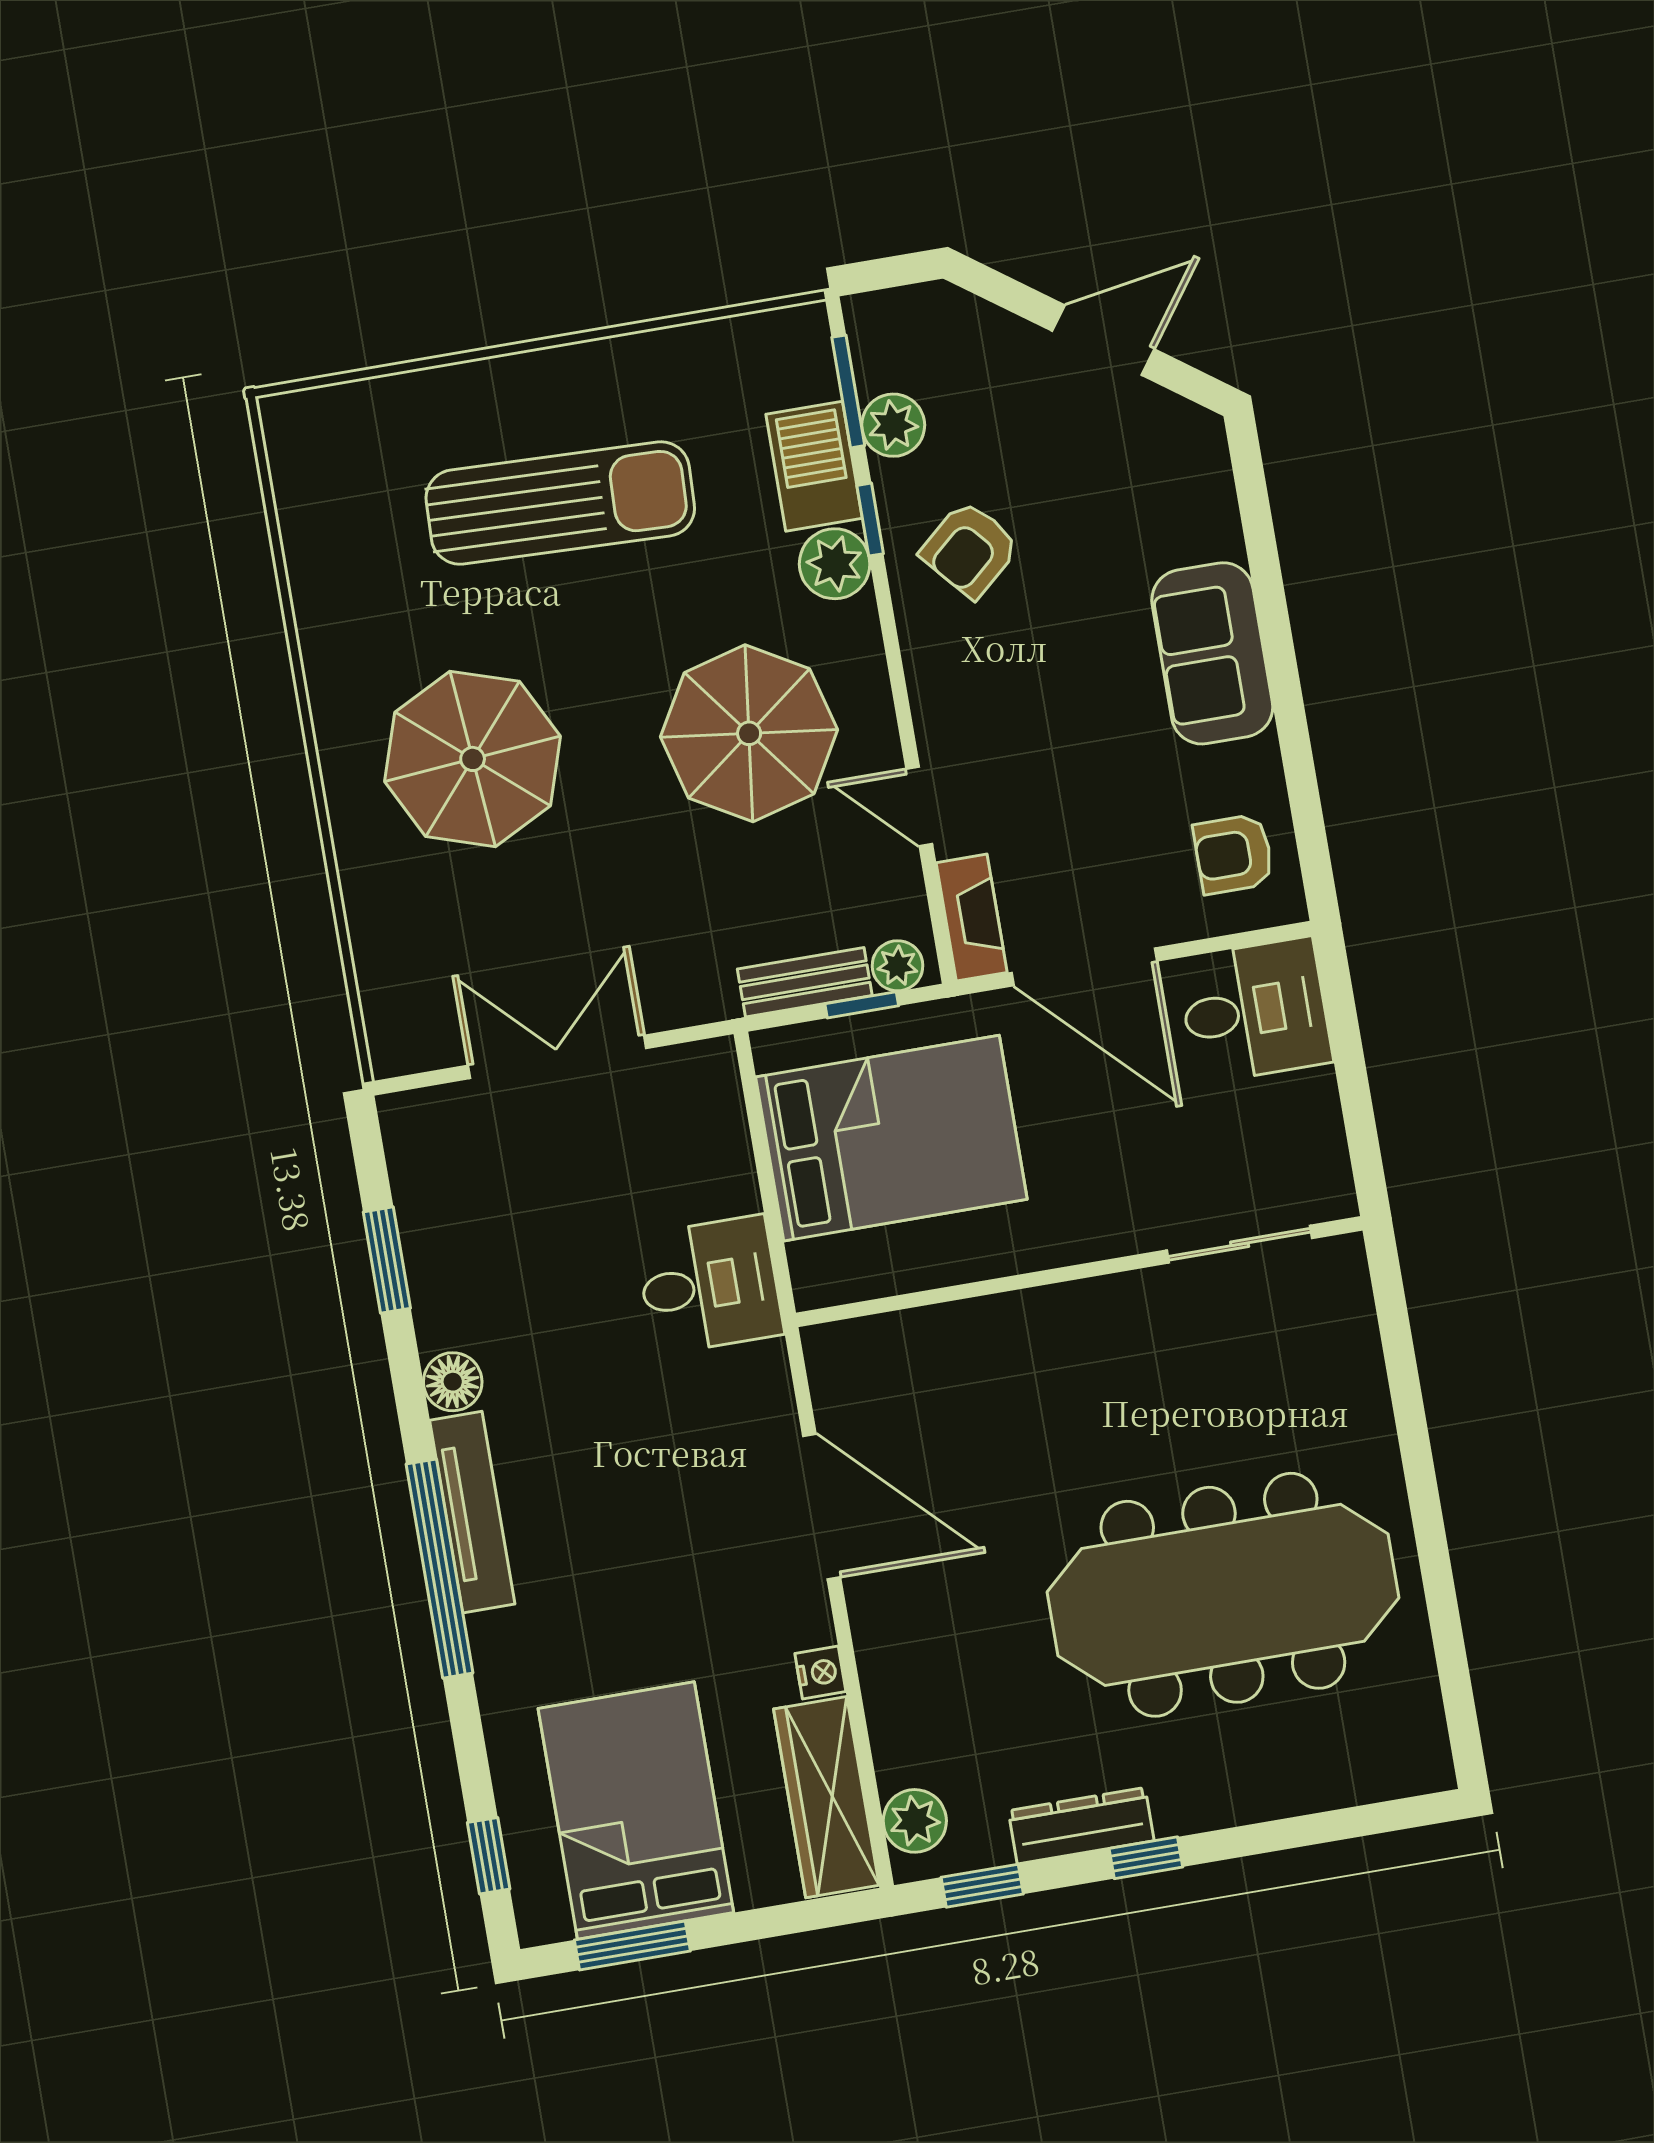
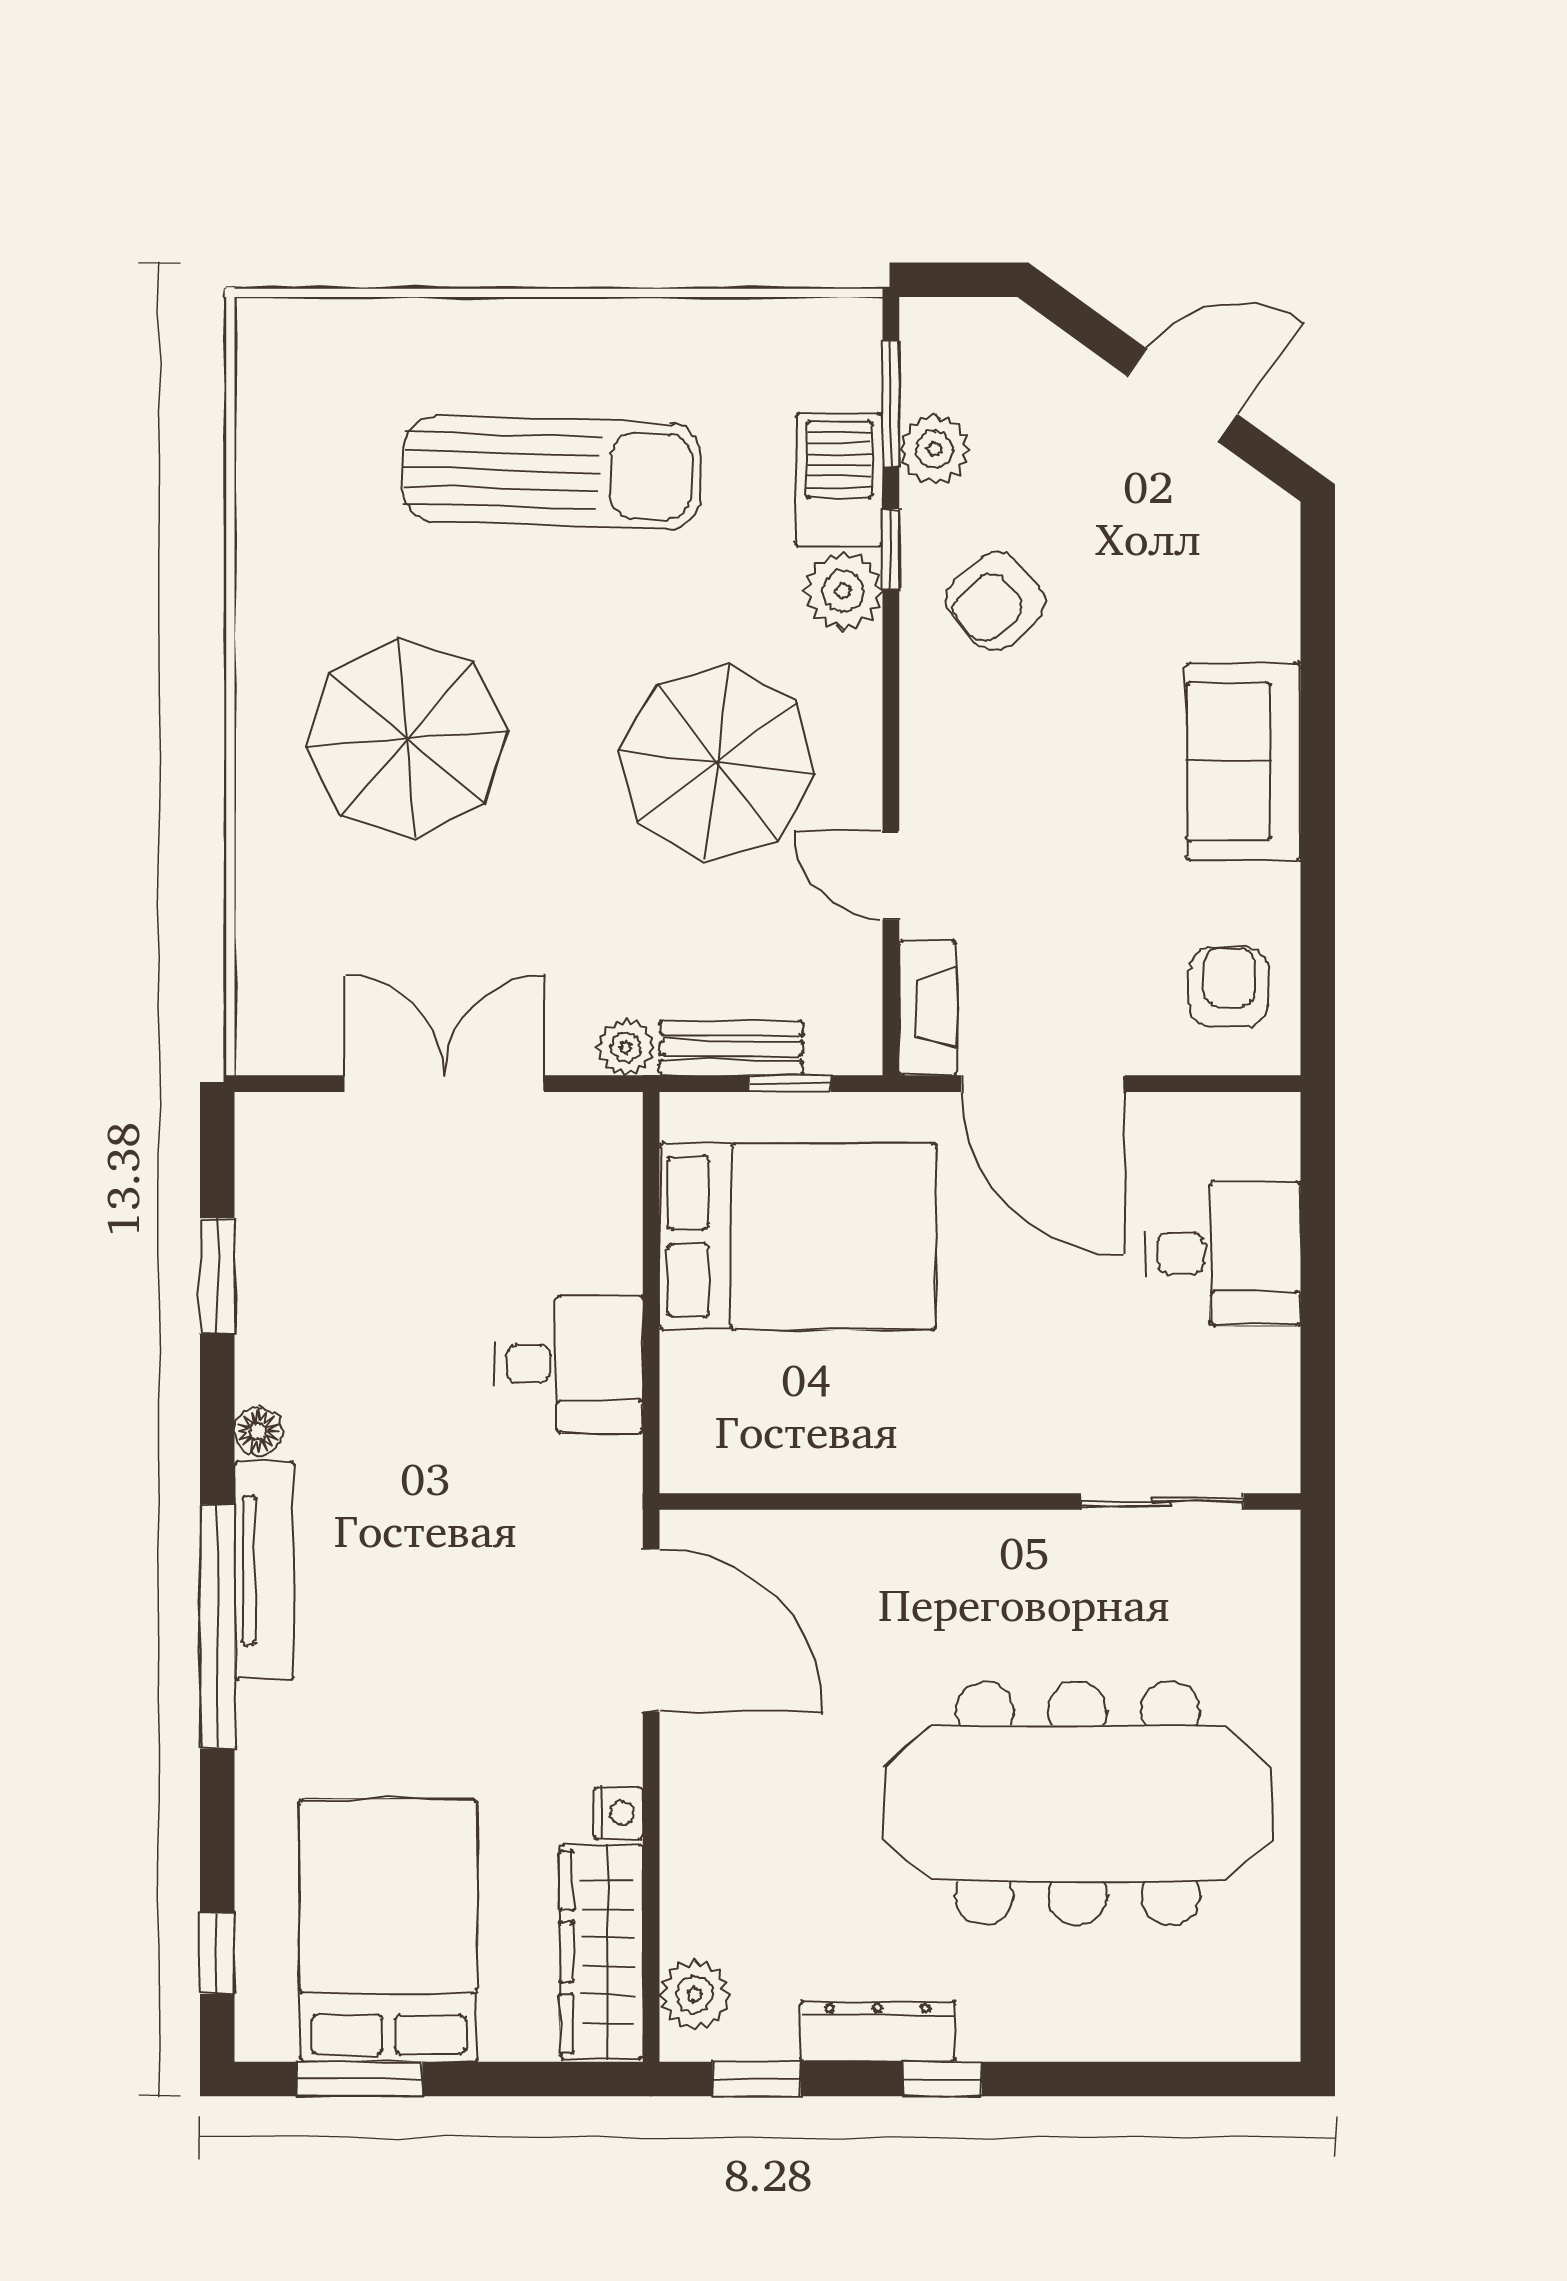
armchair: (1233, 854) -> (1229, 987), turned 90
plant: (898, 966) -> (626, 1047), moved
desk: (1255, 1010) -> (1223, 1253), moved
sliding door: (1240, 1244) -> (1162, 1501), moved
wall: (1079, 1272) -> (980, 1501), moved
floor lamp: (453, 1382) -> (258, 1431), width x0.73, depth x0.73

